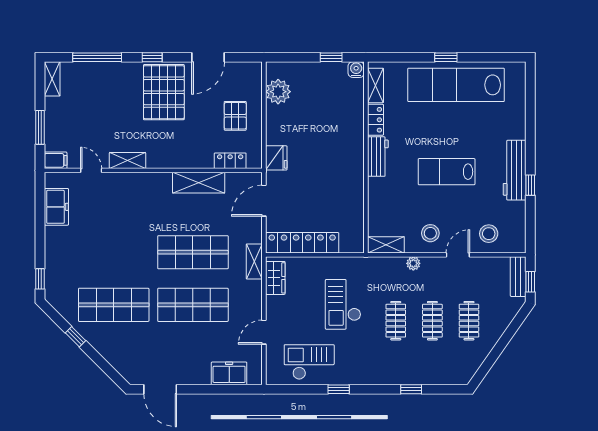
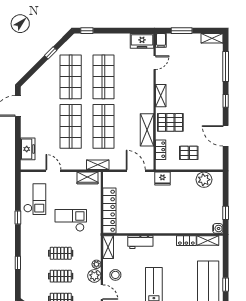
pallet: (164, 92) -> (170, 122), moved, width x0.73, depth x0.71
workbench: (378, 157) -> (140, 242), moved
shelving: (128, 161) -> (161, 96), moved
freezer: (56, 207) -> (142, 41), moved
locker: (302, 243) -> (109, 211), moved
shop shelf: (114, 252) -> (103, 77), added
plant: (432, 267) -> (94, 276), added

